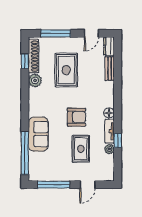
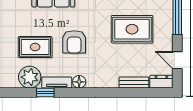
plant: (109, 149) -> (30, 77), width x1.88, depth x1.88

